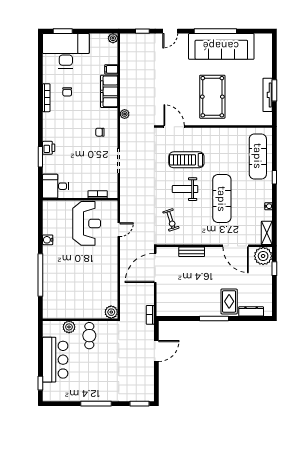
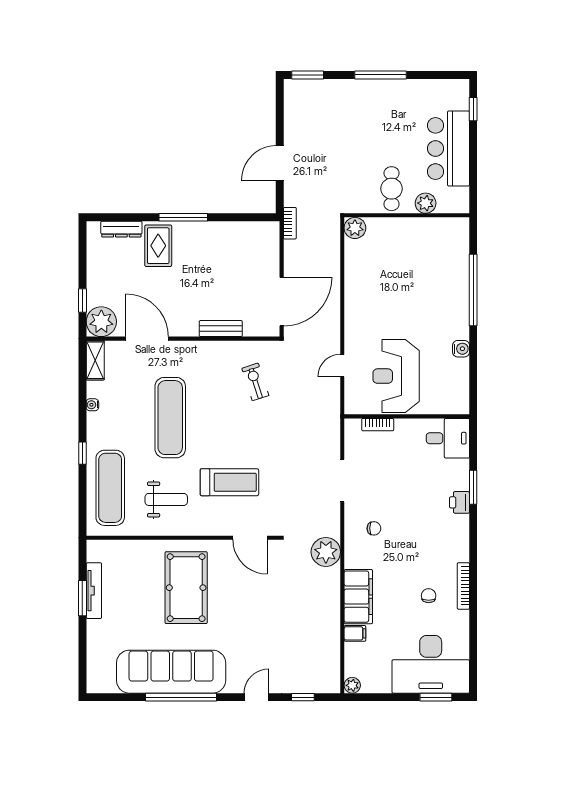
plant: (125, 114) -> (326, 552), width x1.87, depth x1.87
weight bench: (185, 189) -> (166, 499), moved

